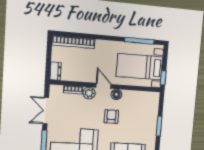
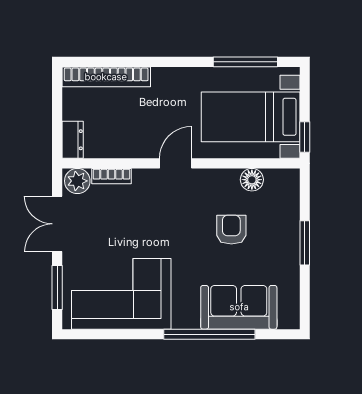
door: (104, 86) -> (176, 163), hinge flipped
plant: (89, 93) -> (77, 181), moved
floor lamp: (116, 94) -> (252, 180), moved
armchair: (111, 117) -> (231, 230), moved

